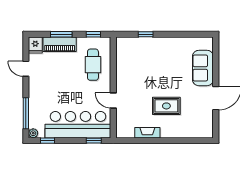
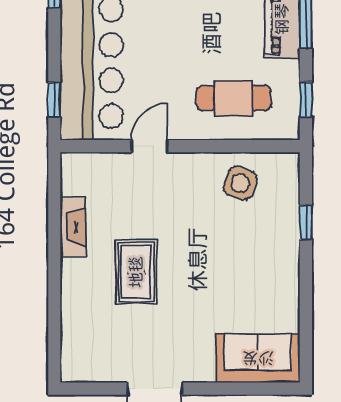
side table: (129, 62) -> (240, 183), added
sofa: (203, 68) -> (258, 358), moved

